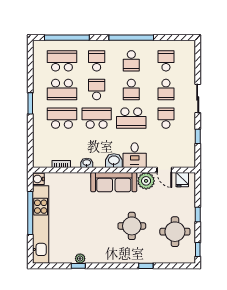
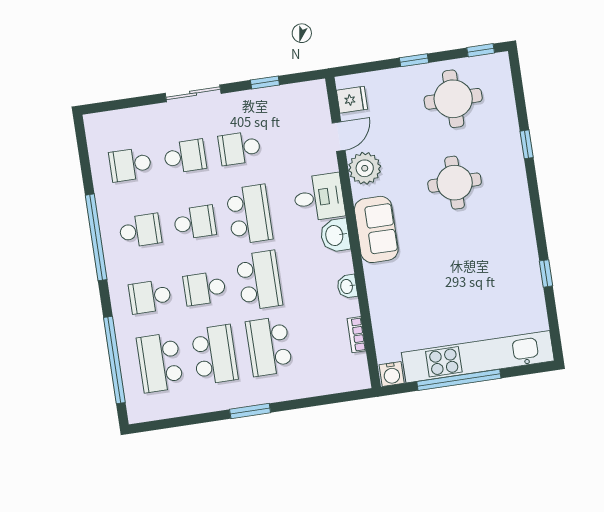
school desk: (97, 118) -> (259, 280), turned 180
sofa: (114, 182) -> (376, 229), width x0.73
plant: (80, 259) -> (531, 272), removed

